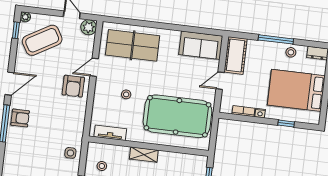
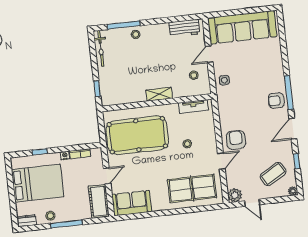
window: (16, 30) -> (297, 161), moved
coffee table: (42, 40) -> (273, 174), width x0.73, depth x0.76

